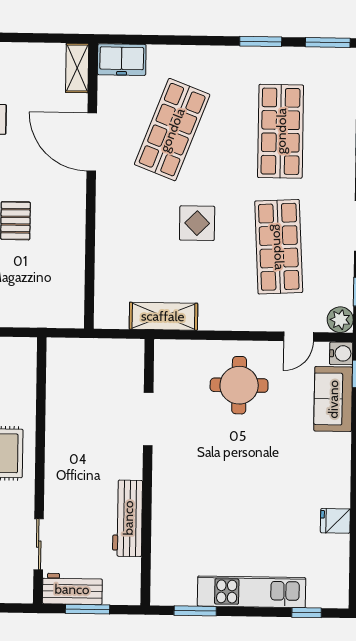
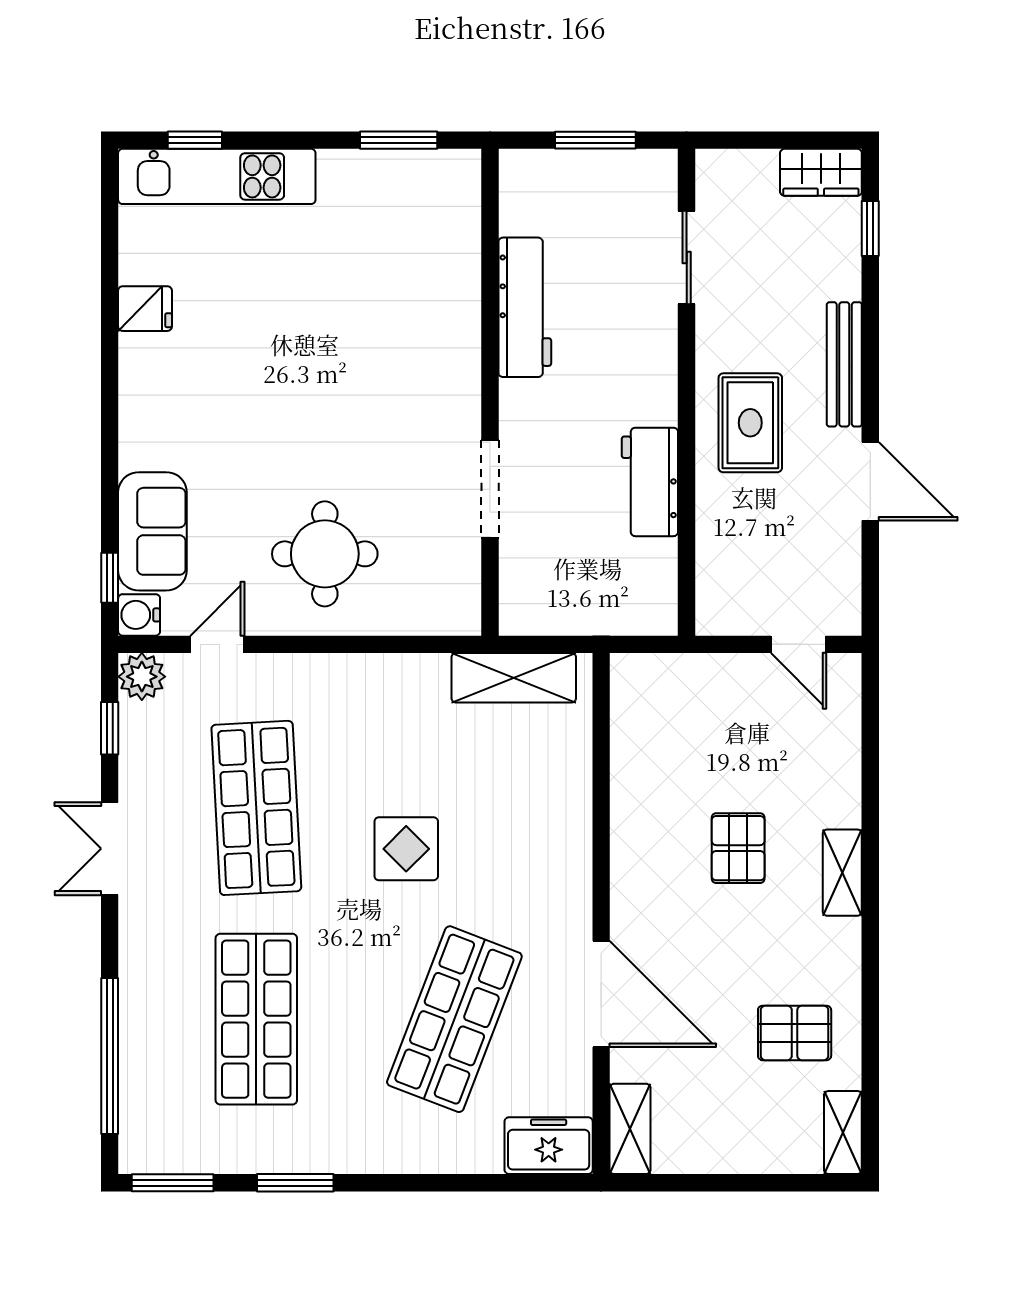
shelving: (163, 316) -> (514, 678), moved
workbench: (72, 589) -> (650, 482), moved, turned 90
kitchen unit: (252, 592) -> (217, 176), moved

